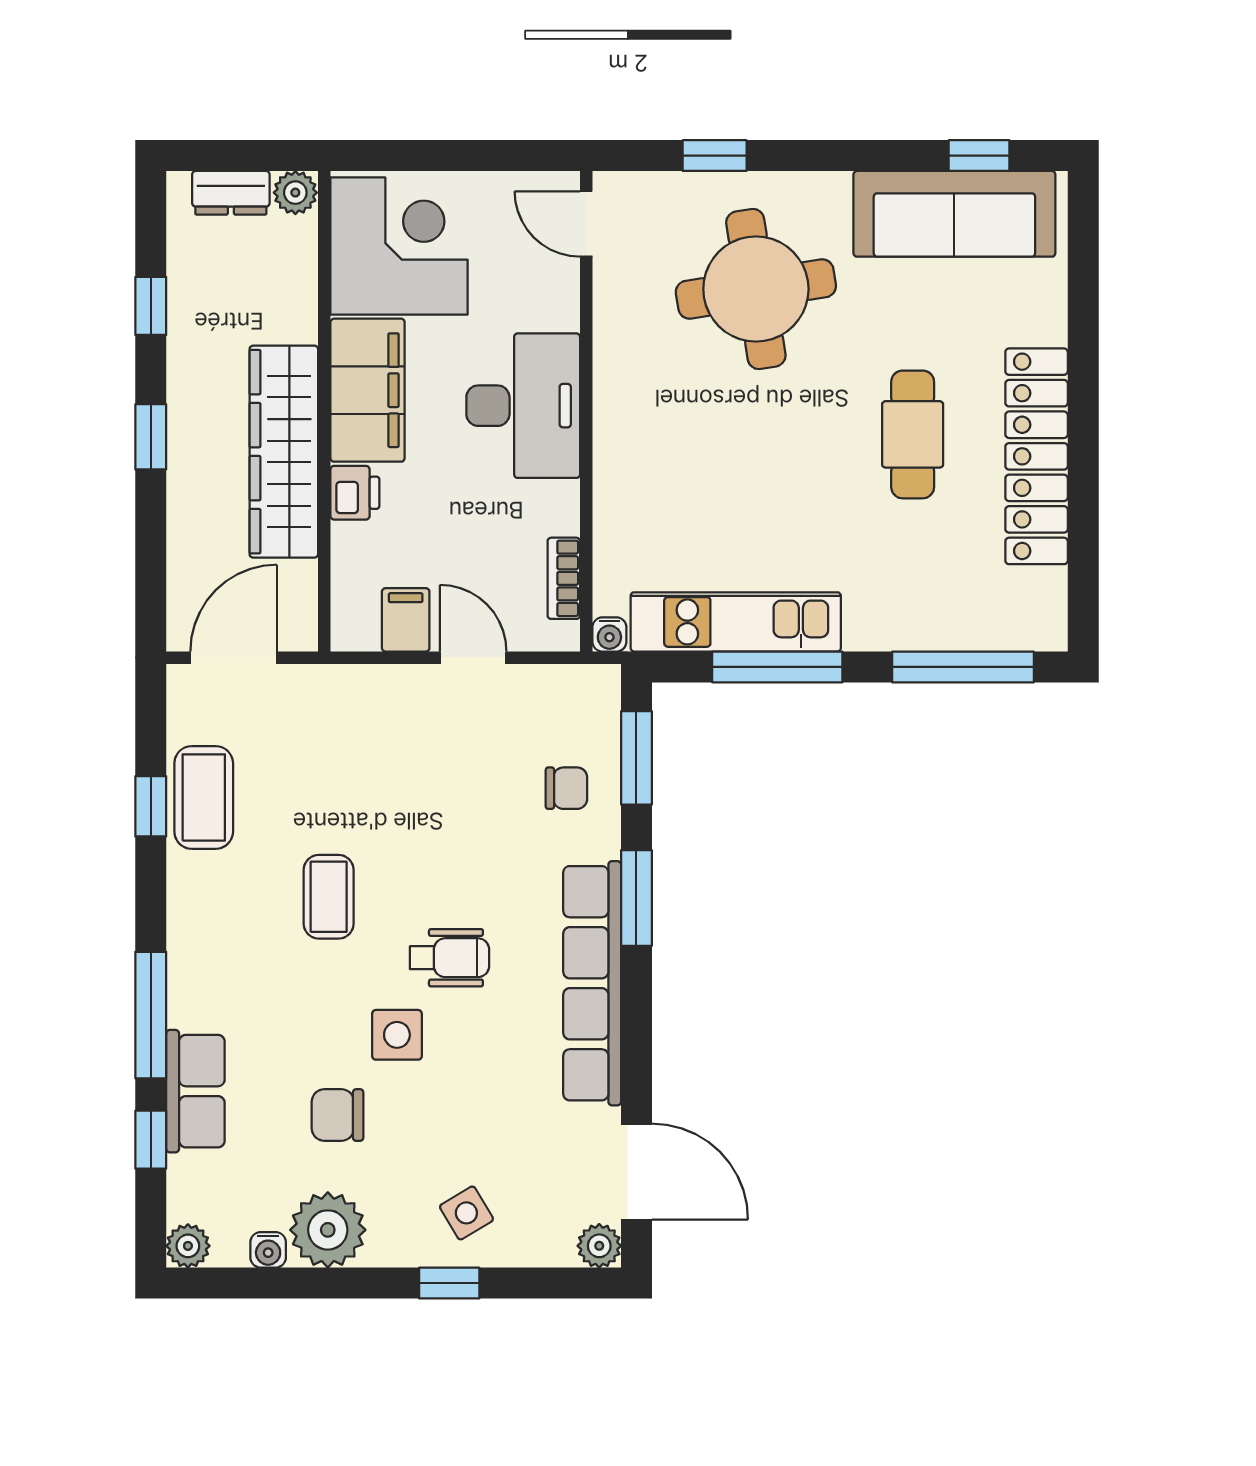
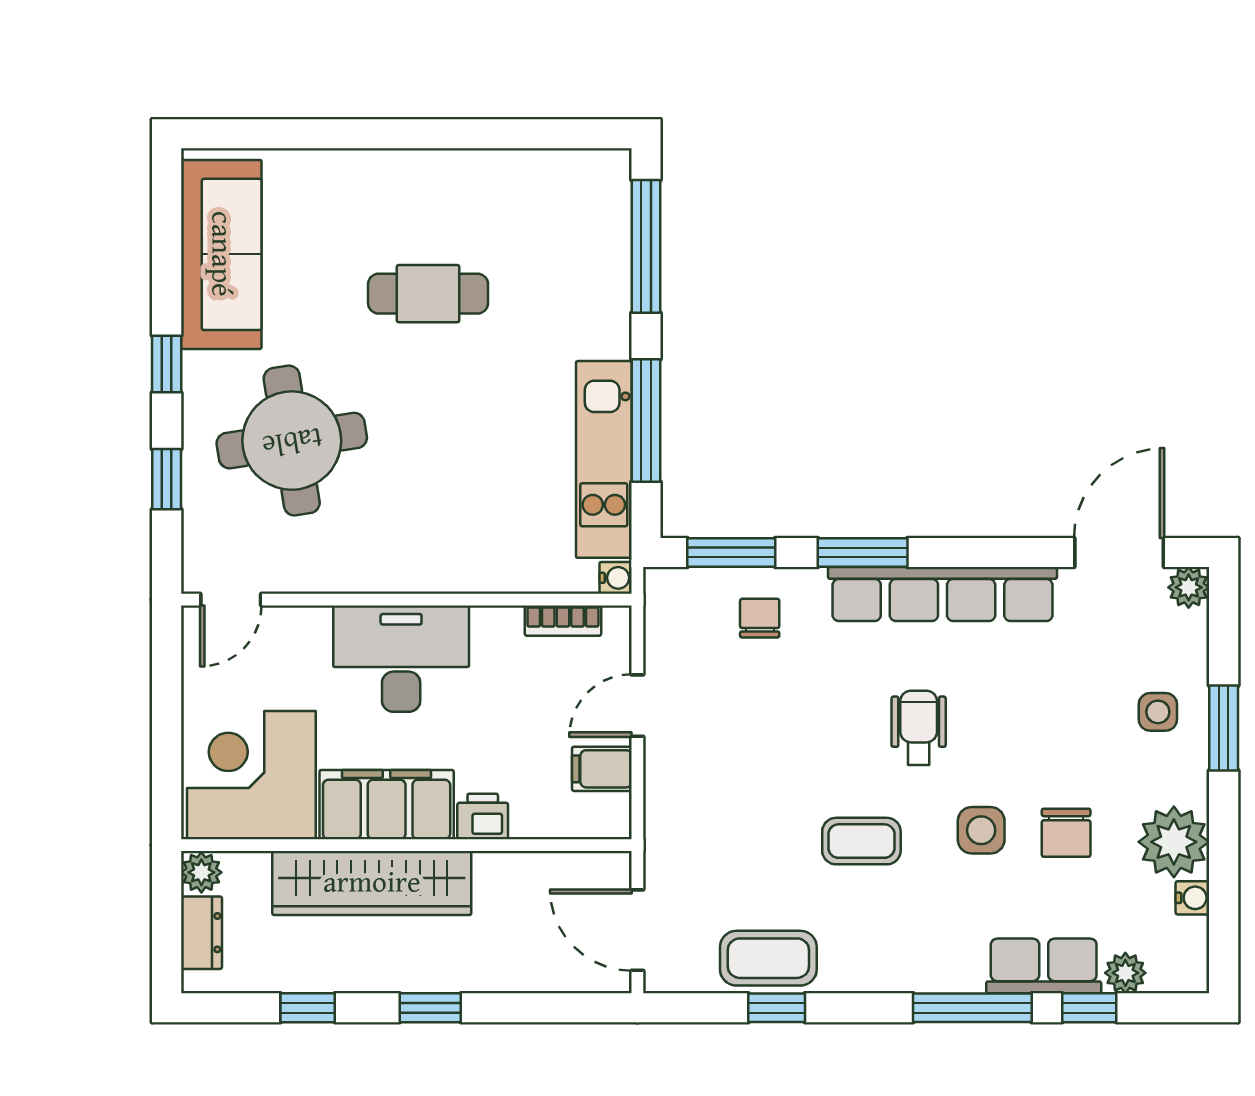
window: (979, 156) -> (167, 364), moved
wardrobe: (284, 452) -> (372, 883), moved
locker: (1037, 456) -> (449, 177), removed
side table: (397, 1035) -> (981, 830), moved
side table: (466, 1213) -> (1158, 712), turned 31
plant: (188, 1246) -> (1125, 973), moved
window: (449, 1283) -> (1224, 728), width x1.50

